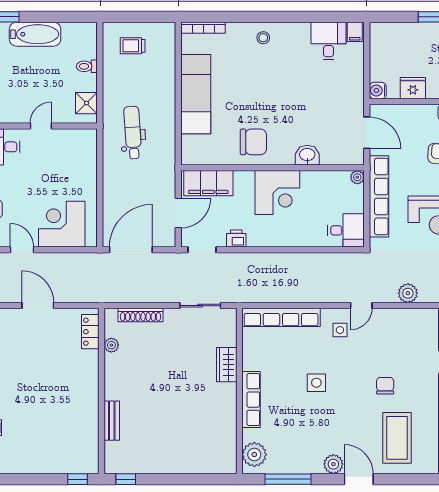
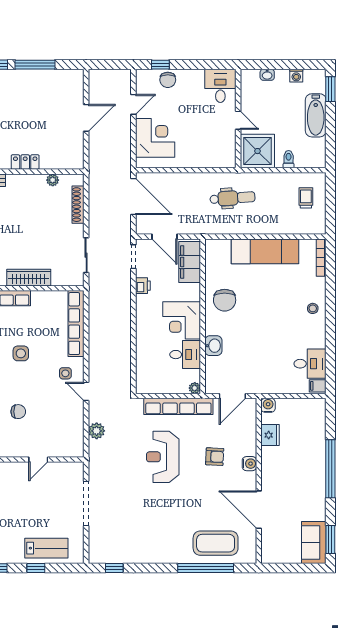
shower: (86, 103) -> (257, 151), width x1.86, depth x1.86
desk: (346, 230) -> (185, 355), moved, turned -90
locker: (90, 332) -> (25, 162), moved
wardrobe: (227, 365) -> (29, 278), width x1.50

